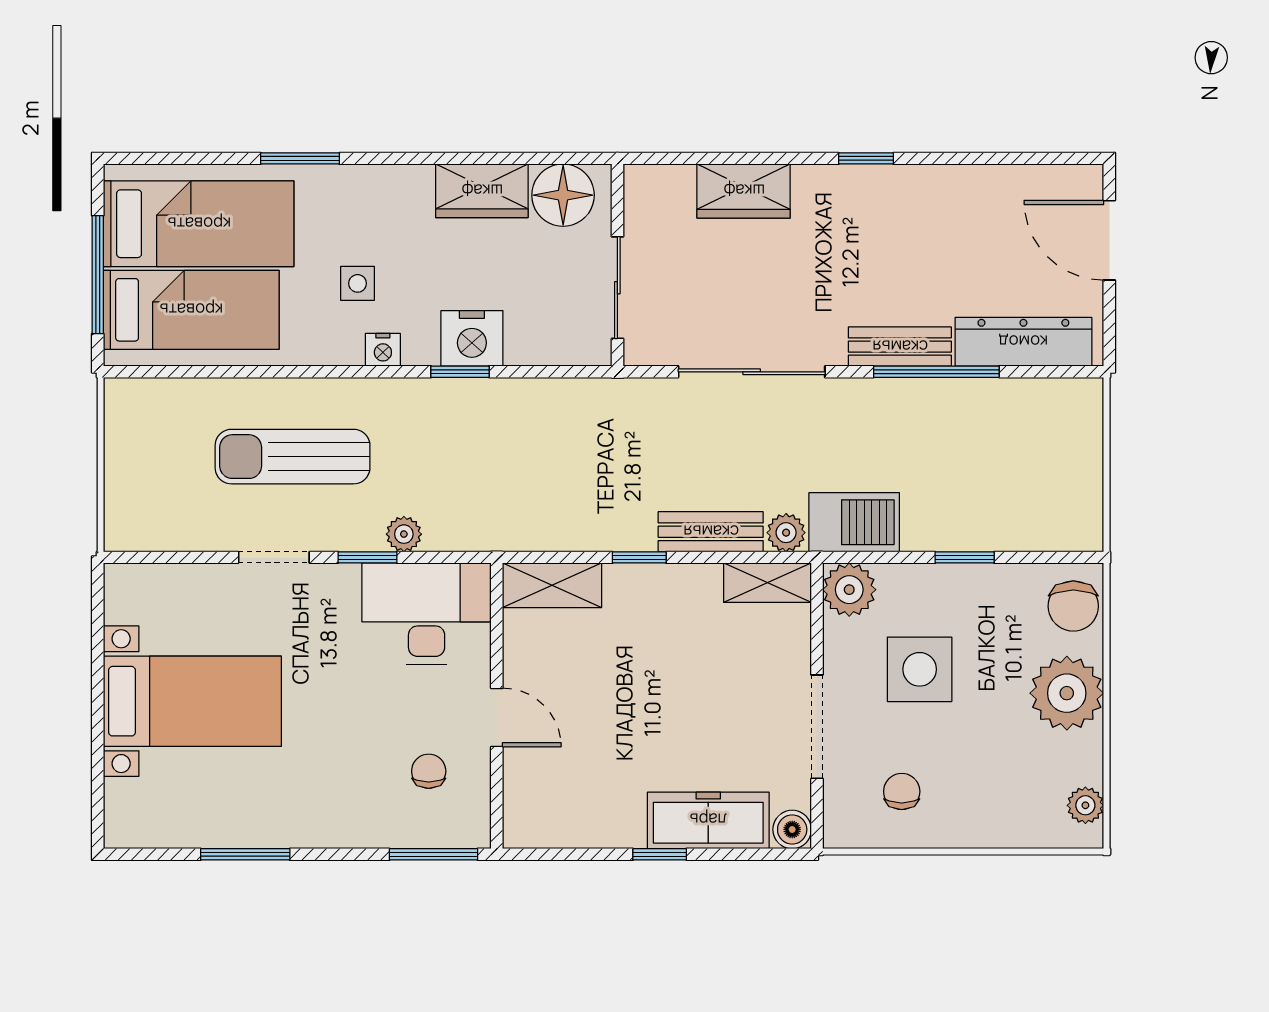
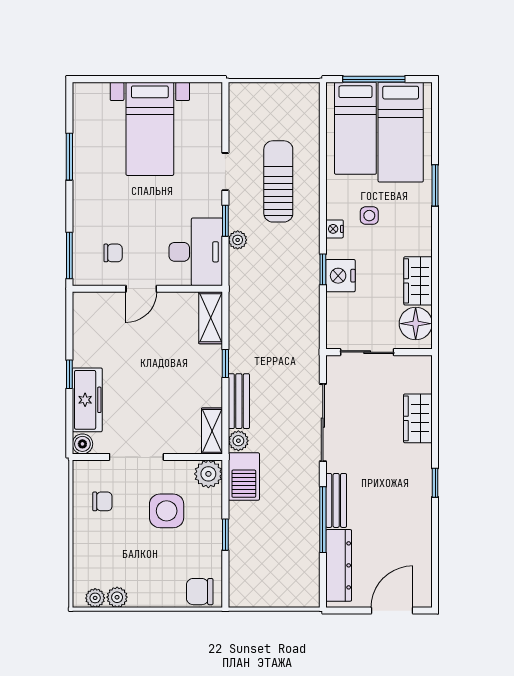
plant: (1067, 693) -> (117, 597), moved, width x0.53, depth x0.53

